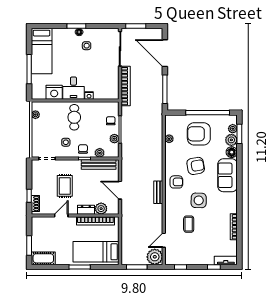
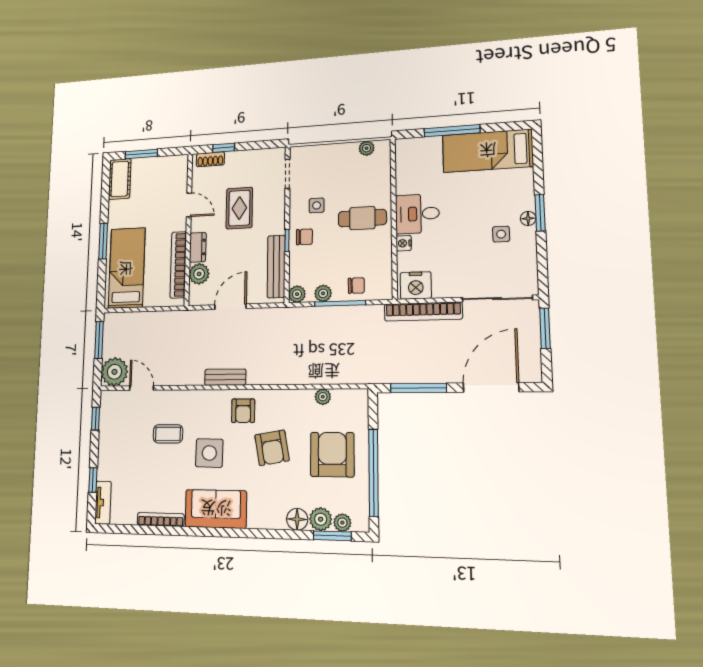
nightstand: (54, 92) -> (416, 285), moved, turned -90
plant: (100, 153) -> (297, 294), moved
sofa: (228, 175) -> (216, 509), moved
rug: (65, 186) -> (239, 208), turned 90

